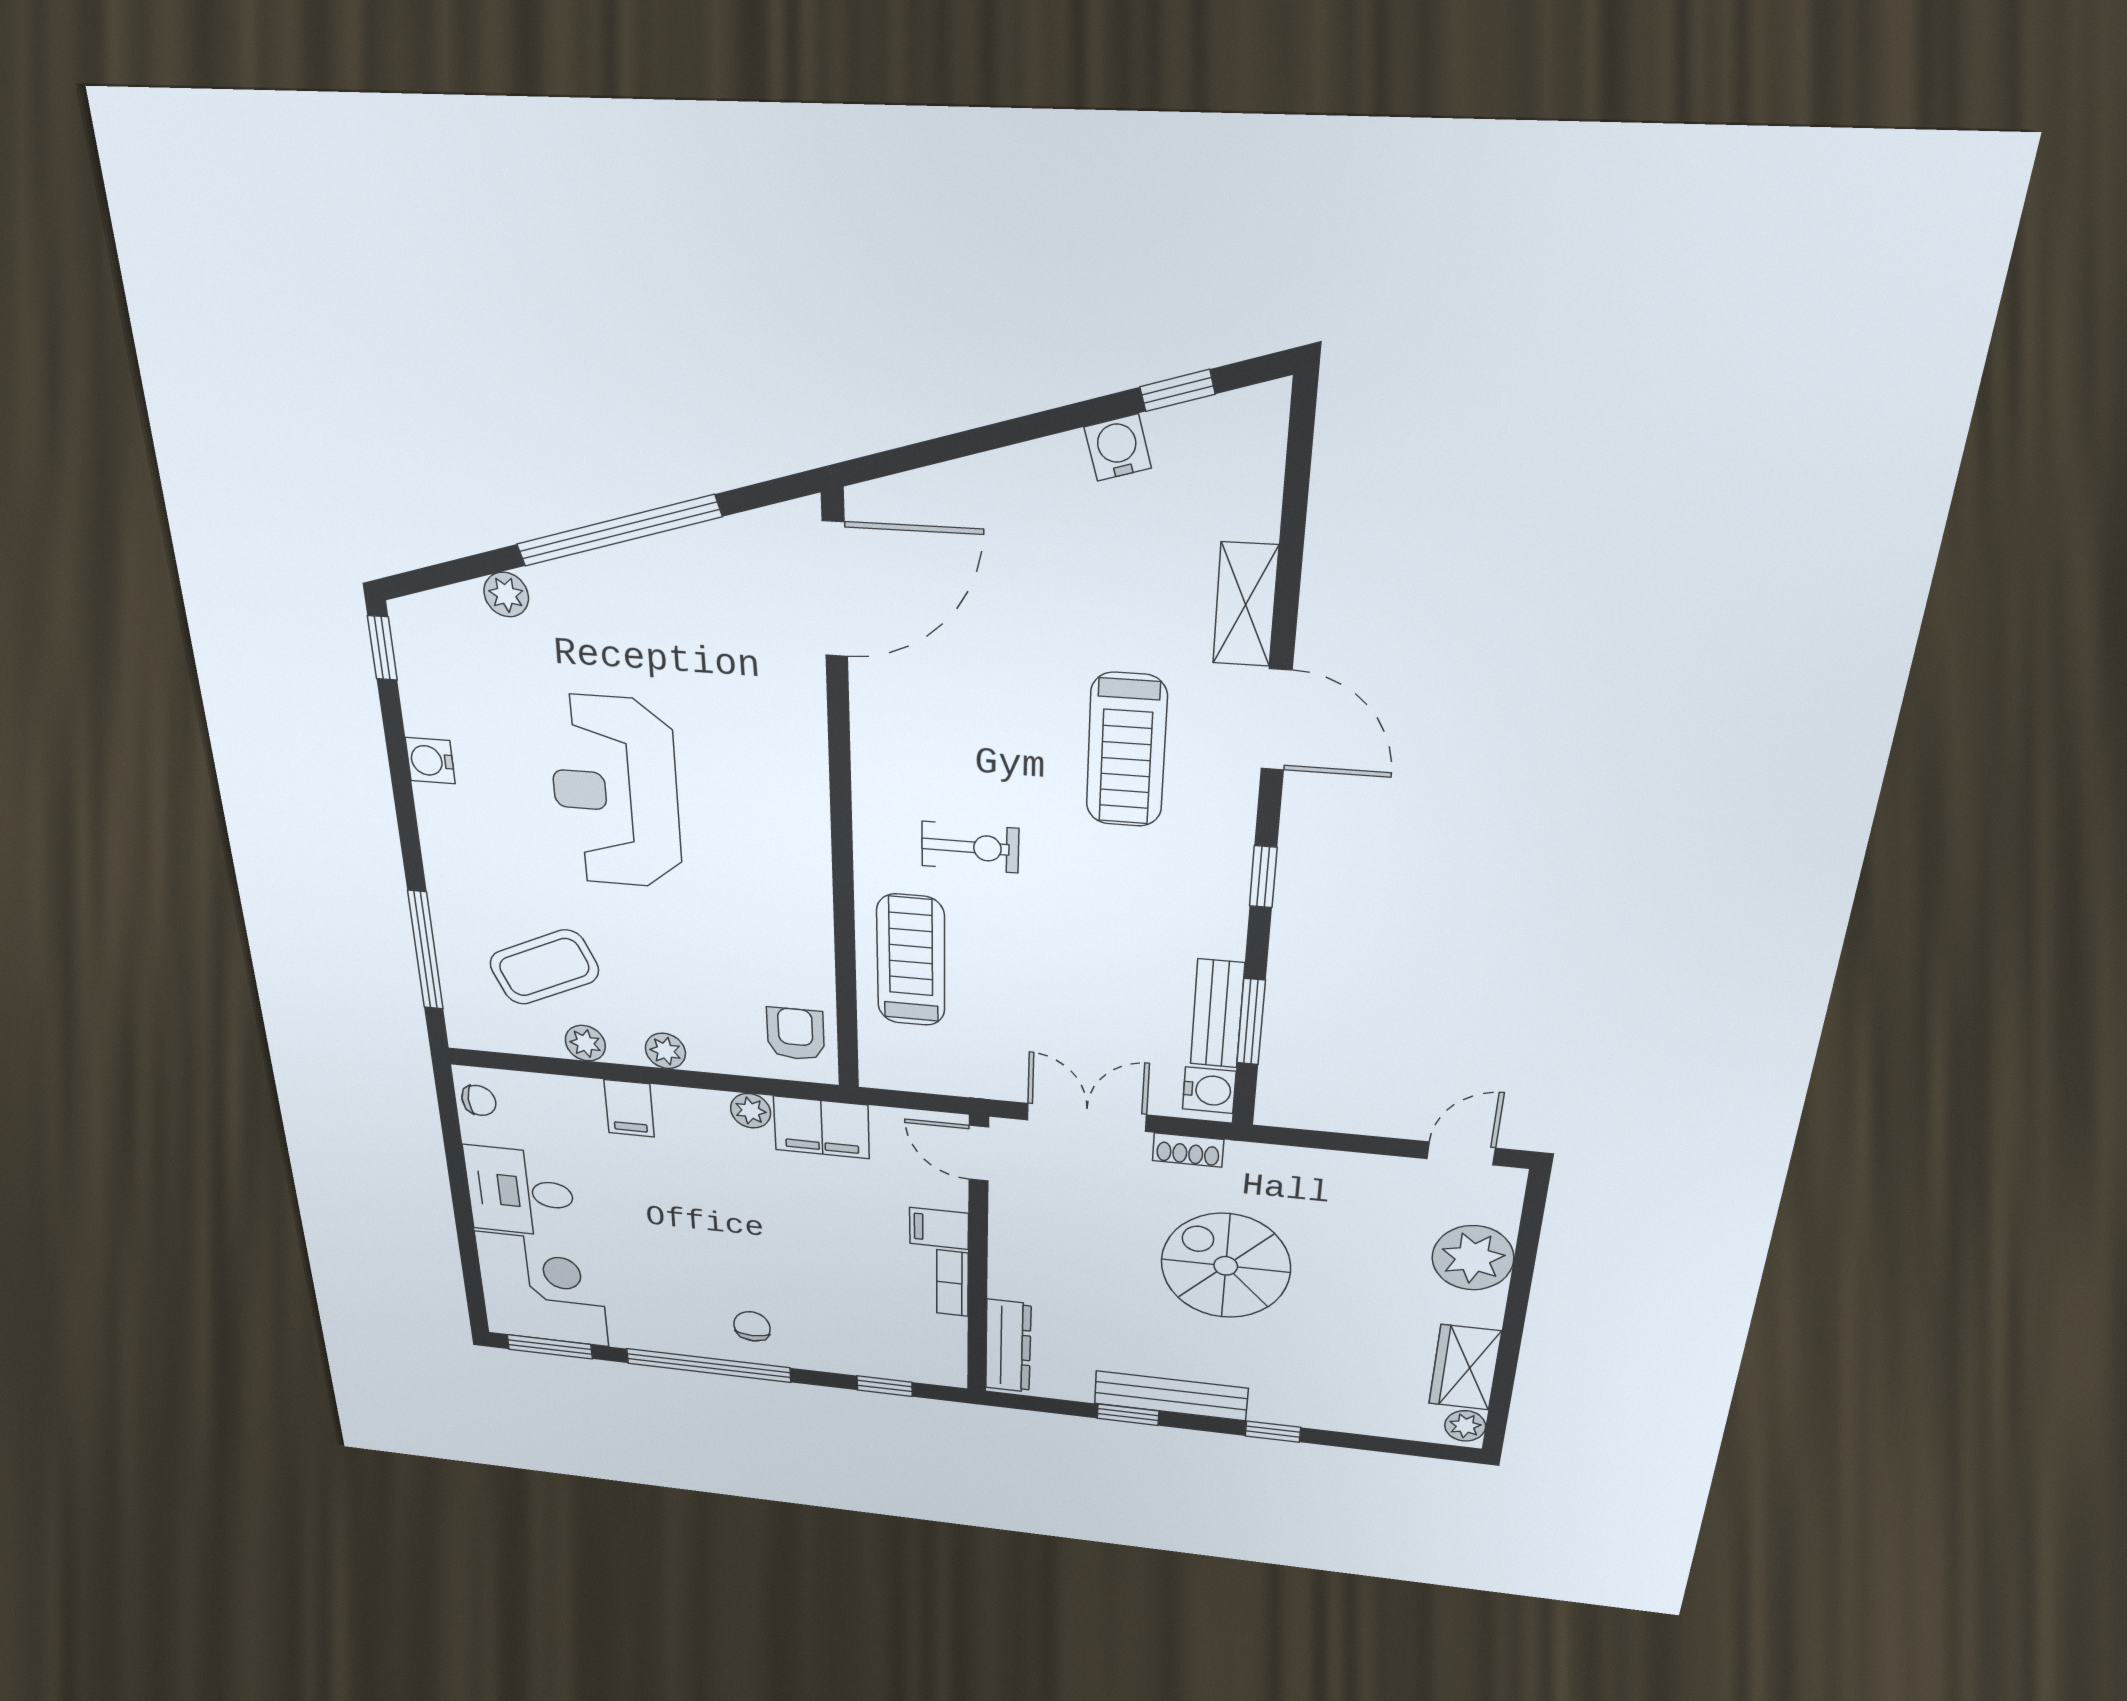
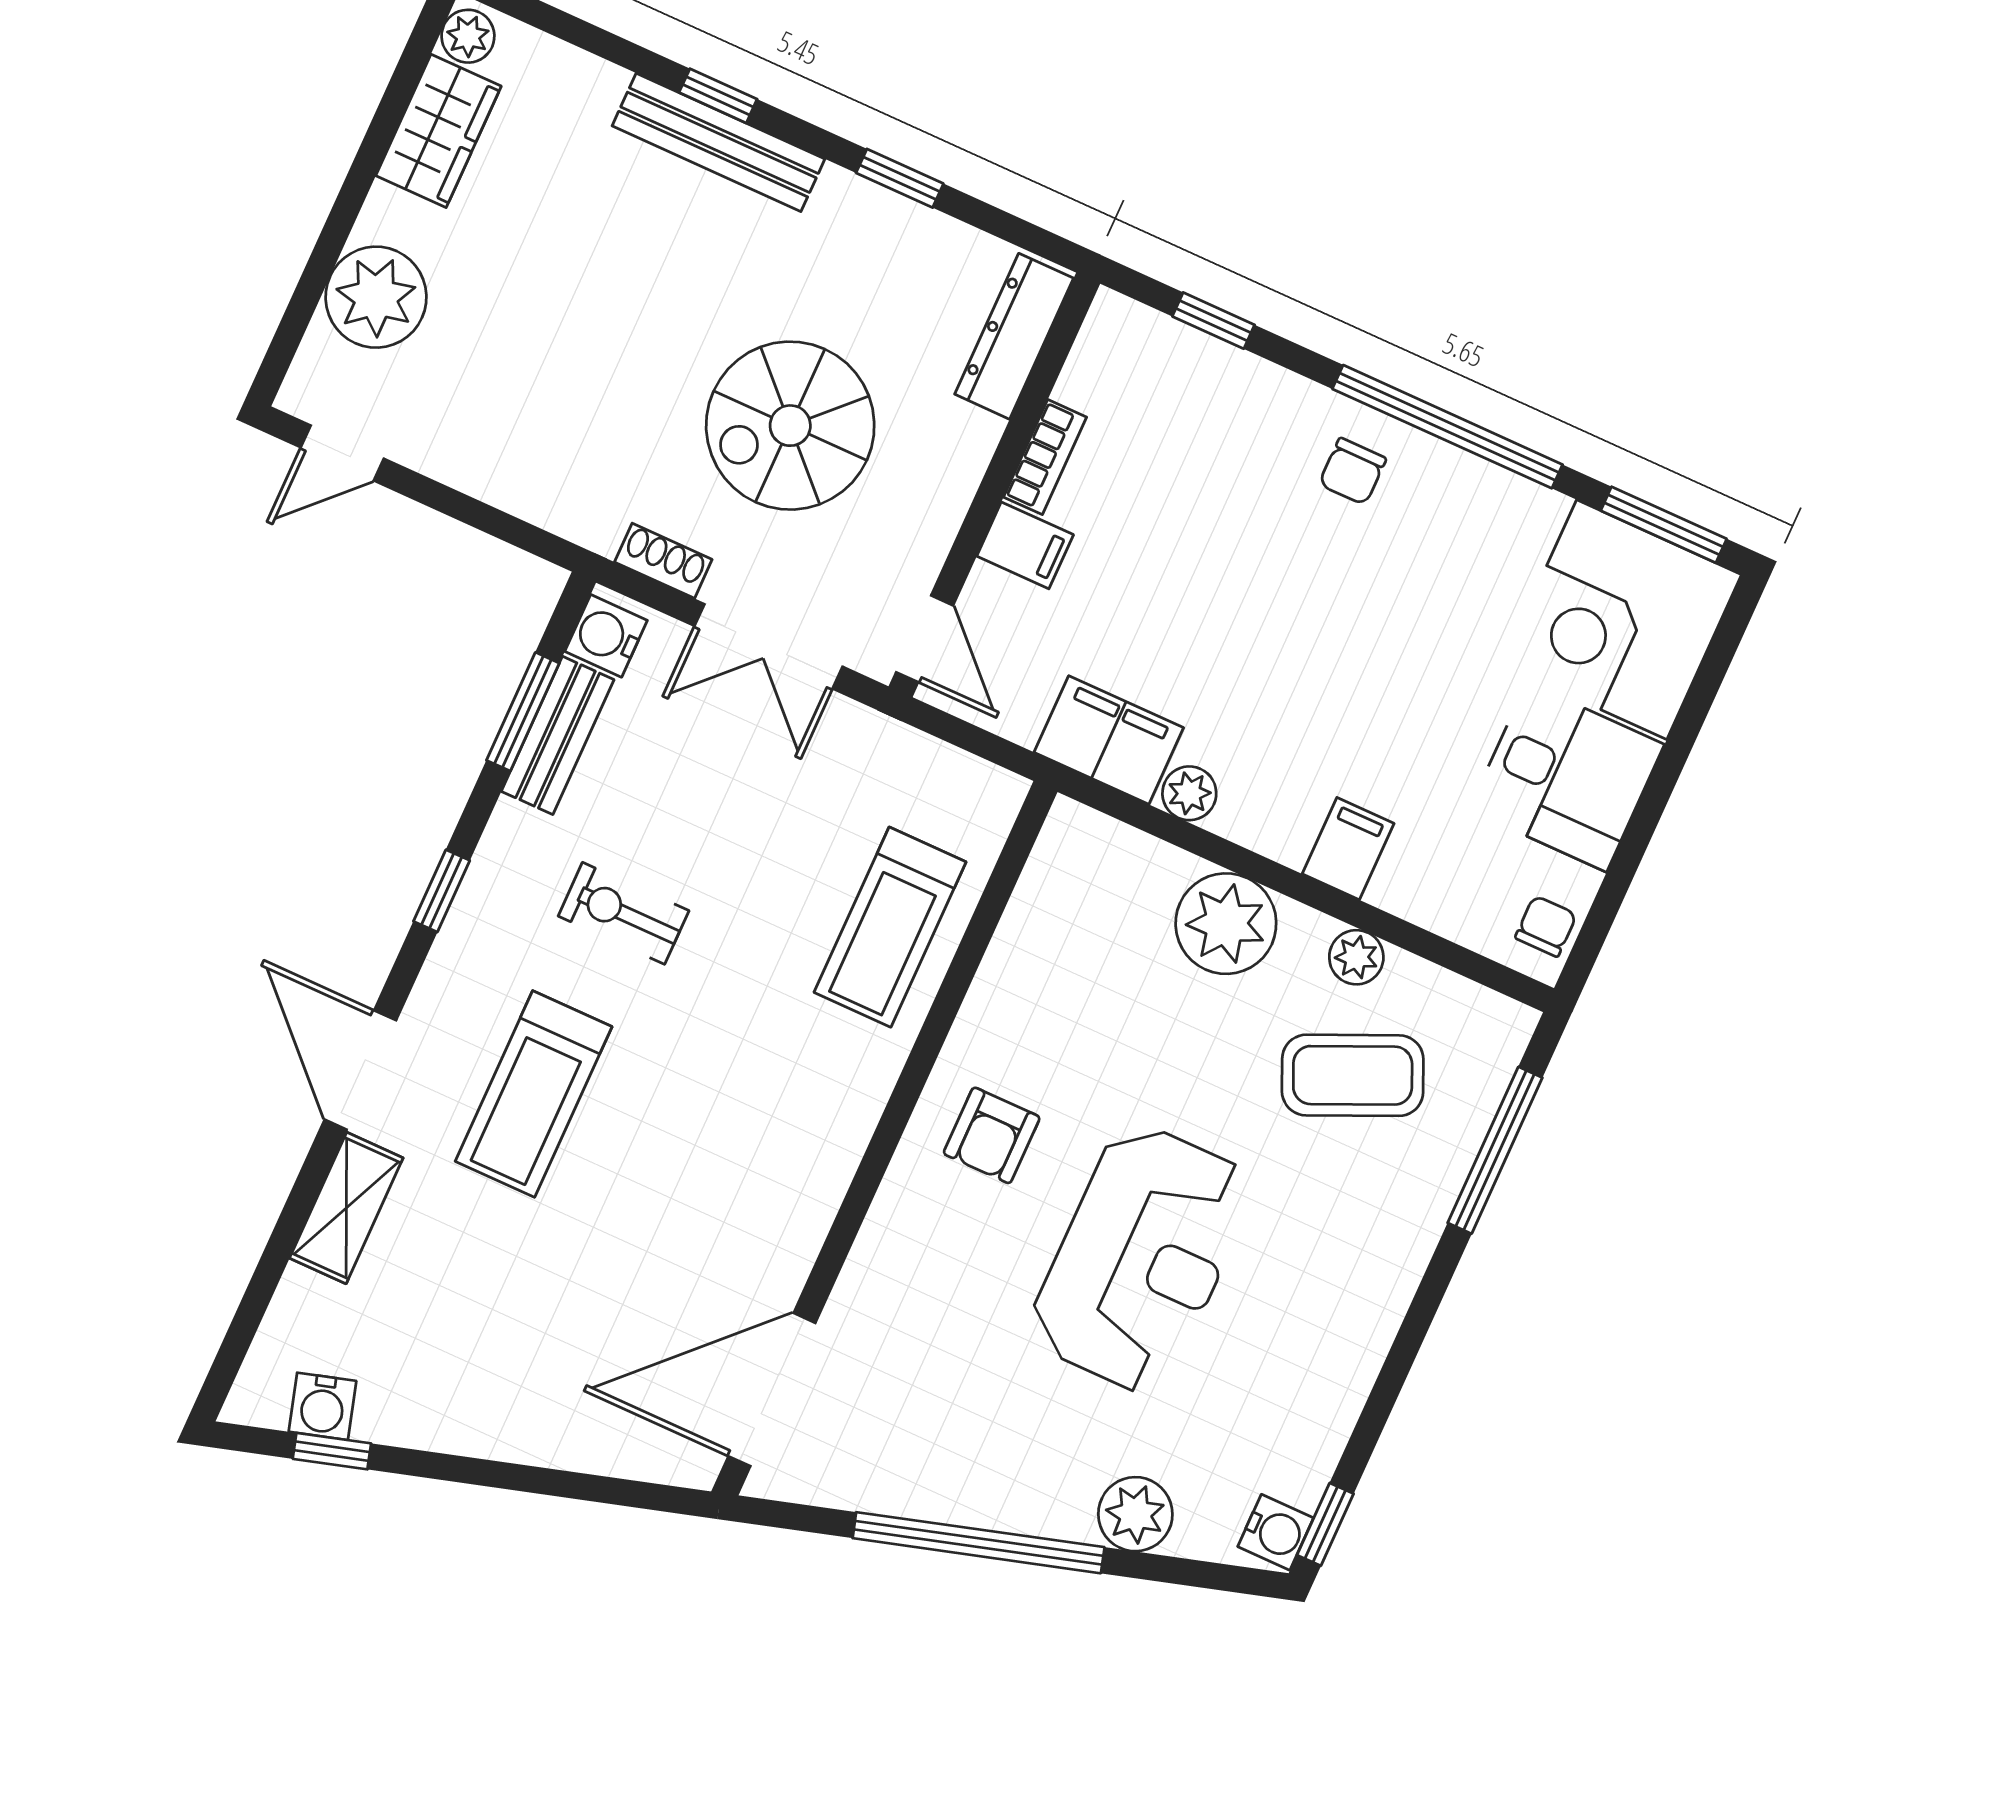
water cooler: (1118, 448) -> (323, 1406), moved
plant: (506, 595) -> (1135, 1514), width x1.38, depth x1.38
treadmill: (1126, 750) -> (534, 1094), turned 180
water cooler: (430, 761) -> (1276, 1532), moved
exercise bike: (970, 847) -> (624, 913), moved
armchair: (795, 1034) -> (992, 1135), moved
plant: (665, 1051) -> (1226, 924), width x1.87, depth x1.87
chair: (479, 1100) -> (1546, 926), turned 90
spiral stairs: (1226, 1266) -> (790, 426), moved, turned 90
bench: (1171, 1396) -> (718, 142), moved

